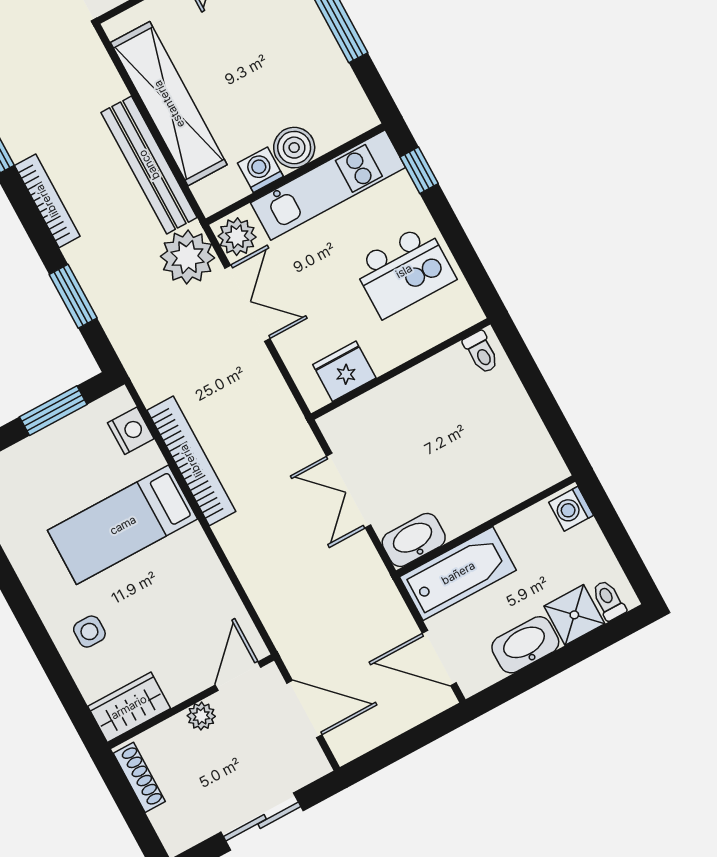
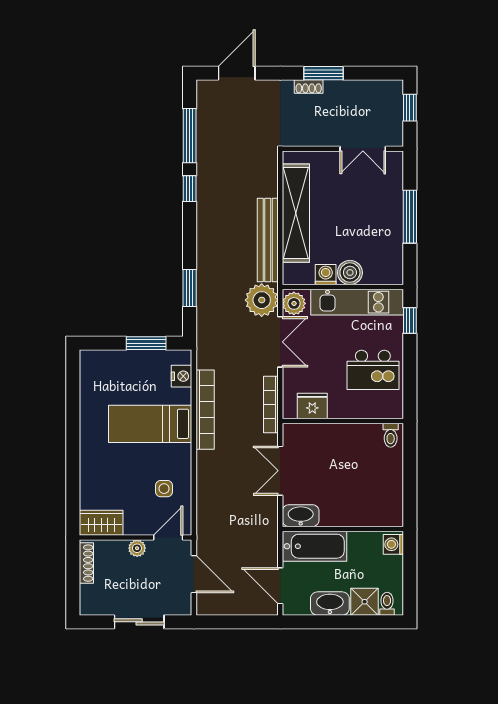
bookcase: (47, 201) -> (271, 405), moved, turned 180
side table: (89, 632) -> (164, 489), moved

